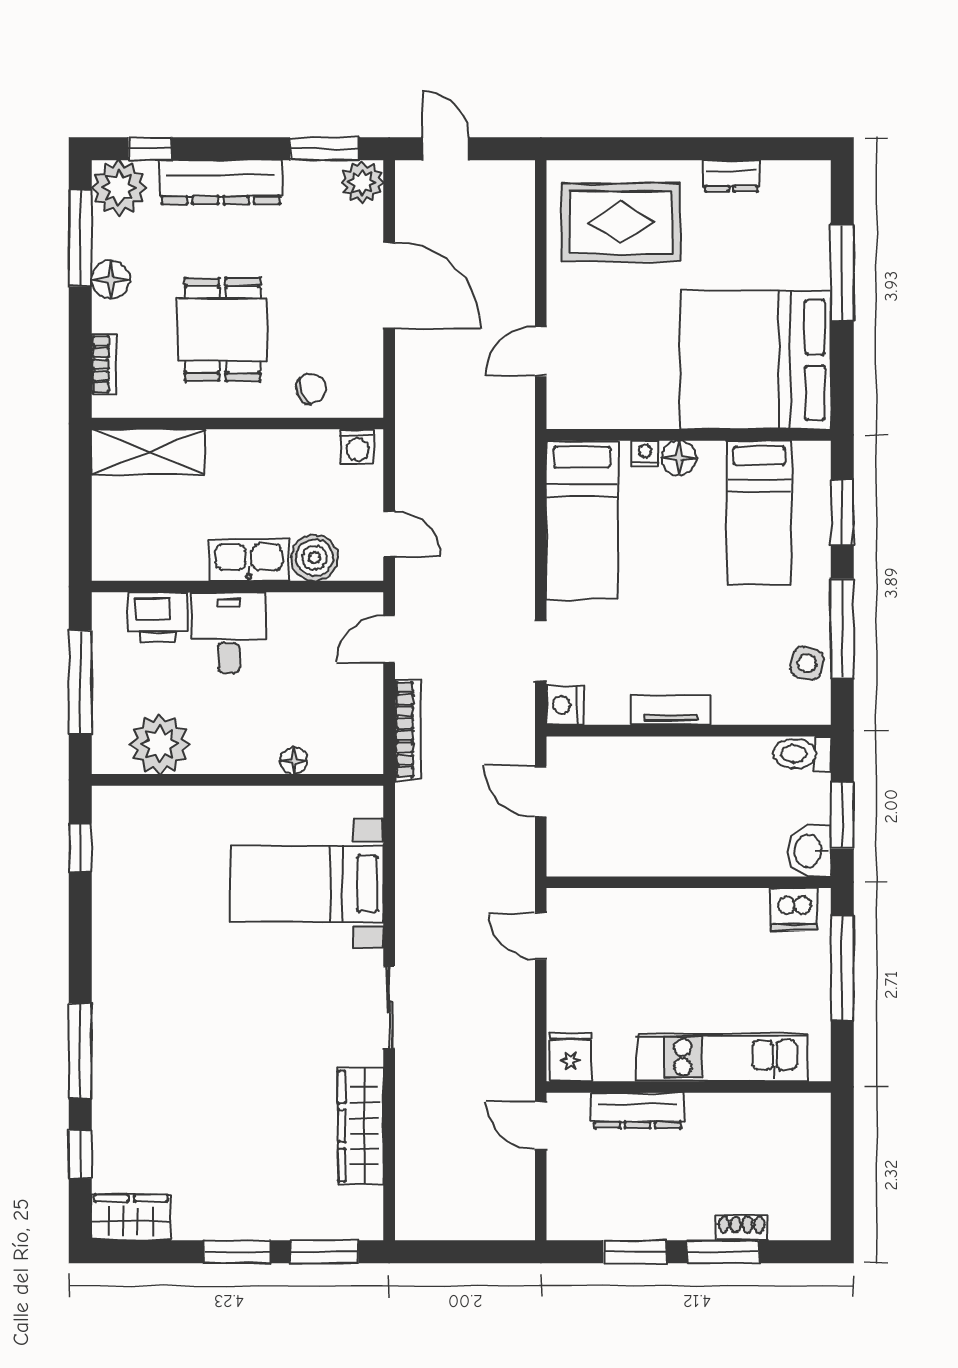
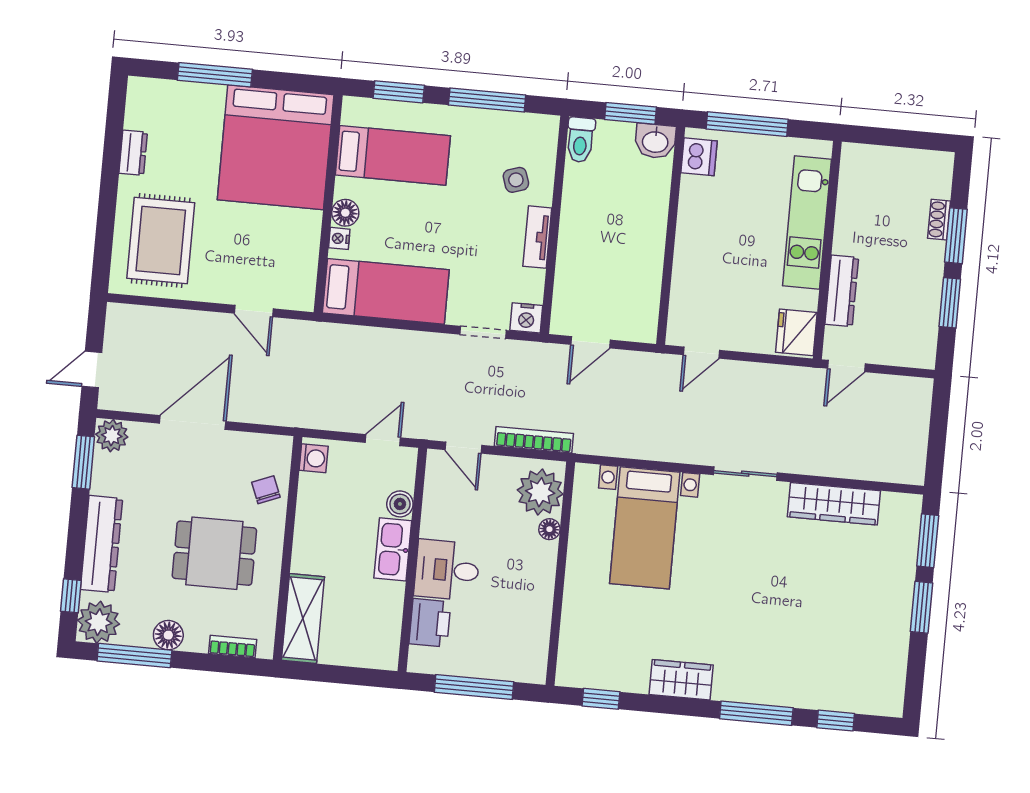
boiler: (315, 558) -> (400, 504), width x0.73, depth x0.73
side table: (807, 663) -> (516, 180), moved, turned -32
plant: (160, 744) -> (540, 492), moved
fridge: (570, 1057) -> (796, 332), width x1.38
wardrobe: (131, 1218) -> (681, 680), moved, turned 90

